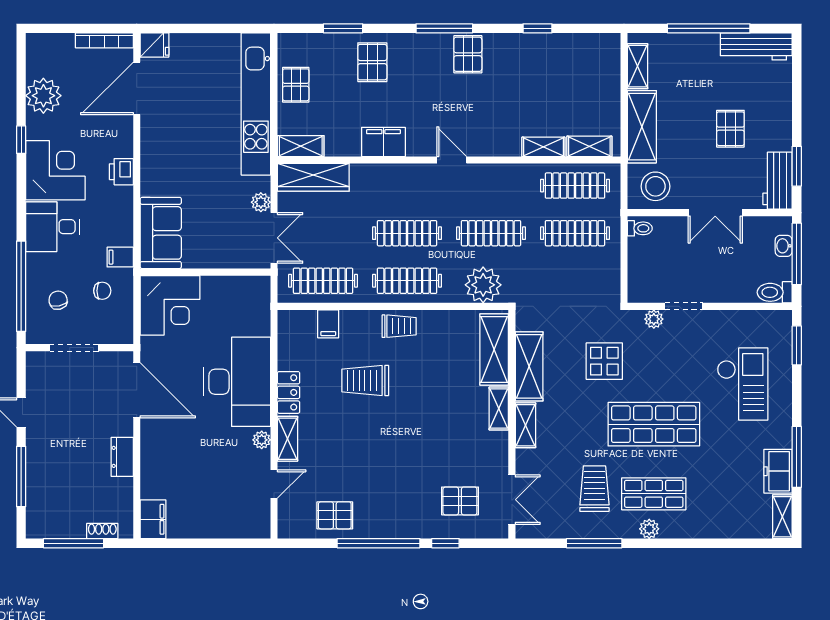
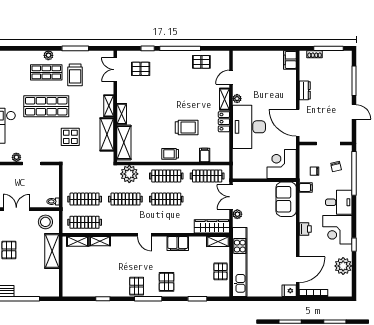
pallet: (372, 62) -> (167, 282), moved
shelving: (638, 66) -> (54, 280), removed
plant: (654, 319) -> (16, 157), moved

